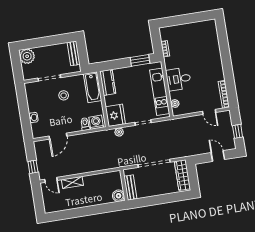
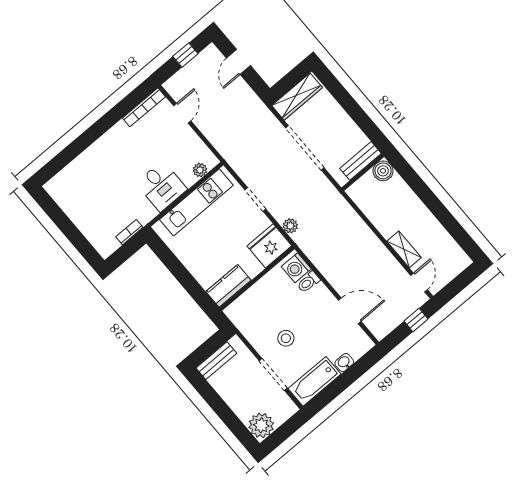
window: (140, 60) -> (168, 258), removed
bathtub: (93, 87) -> (315, 381), moved, turned 180

